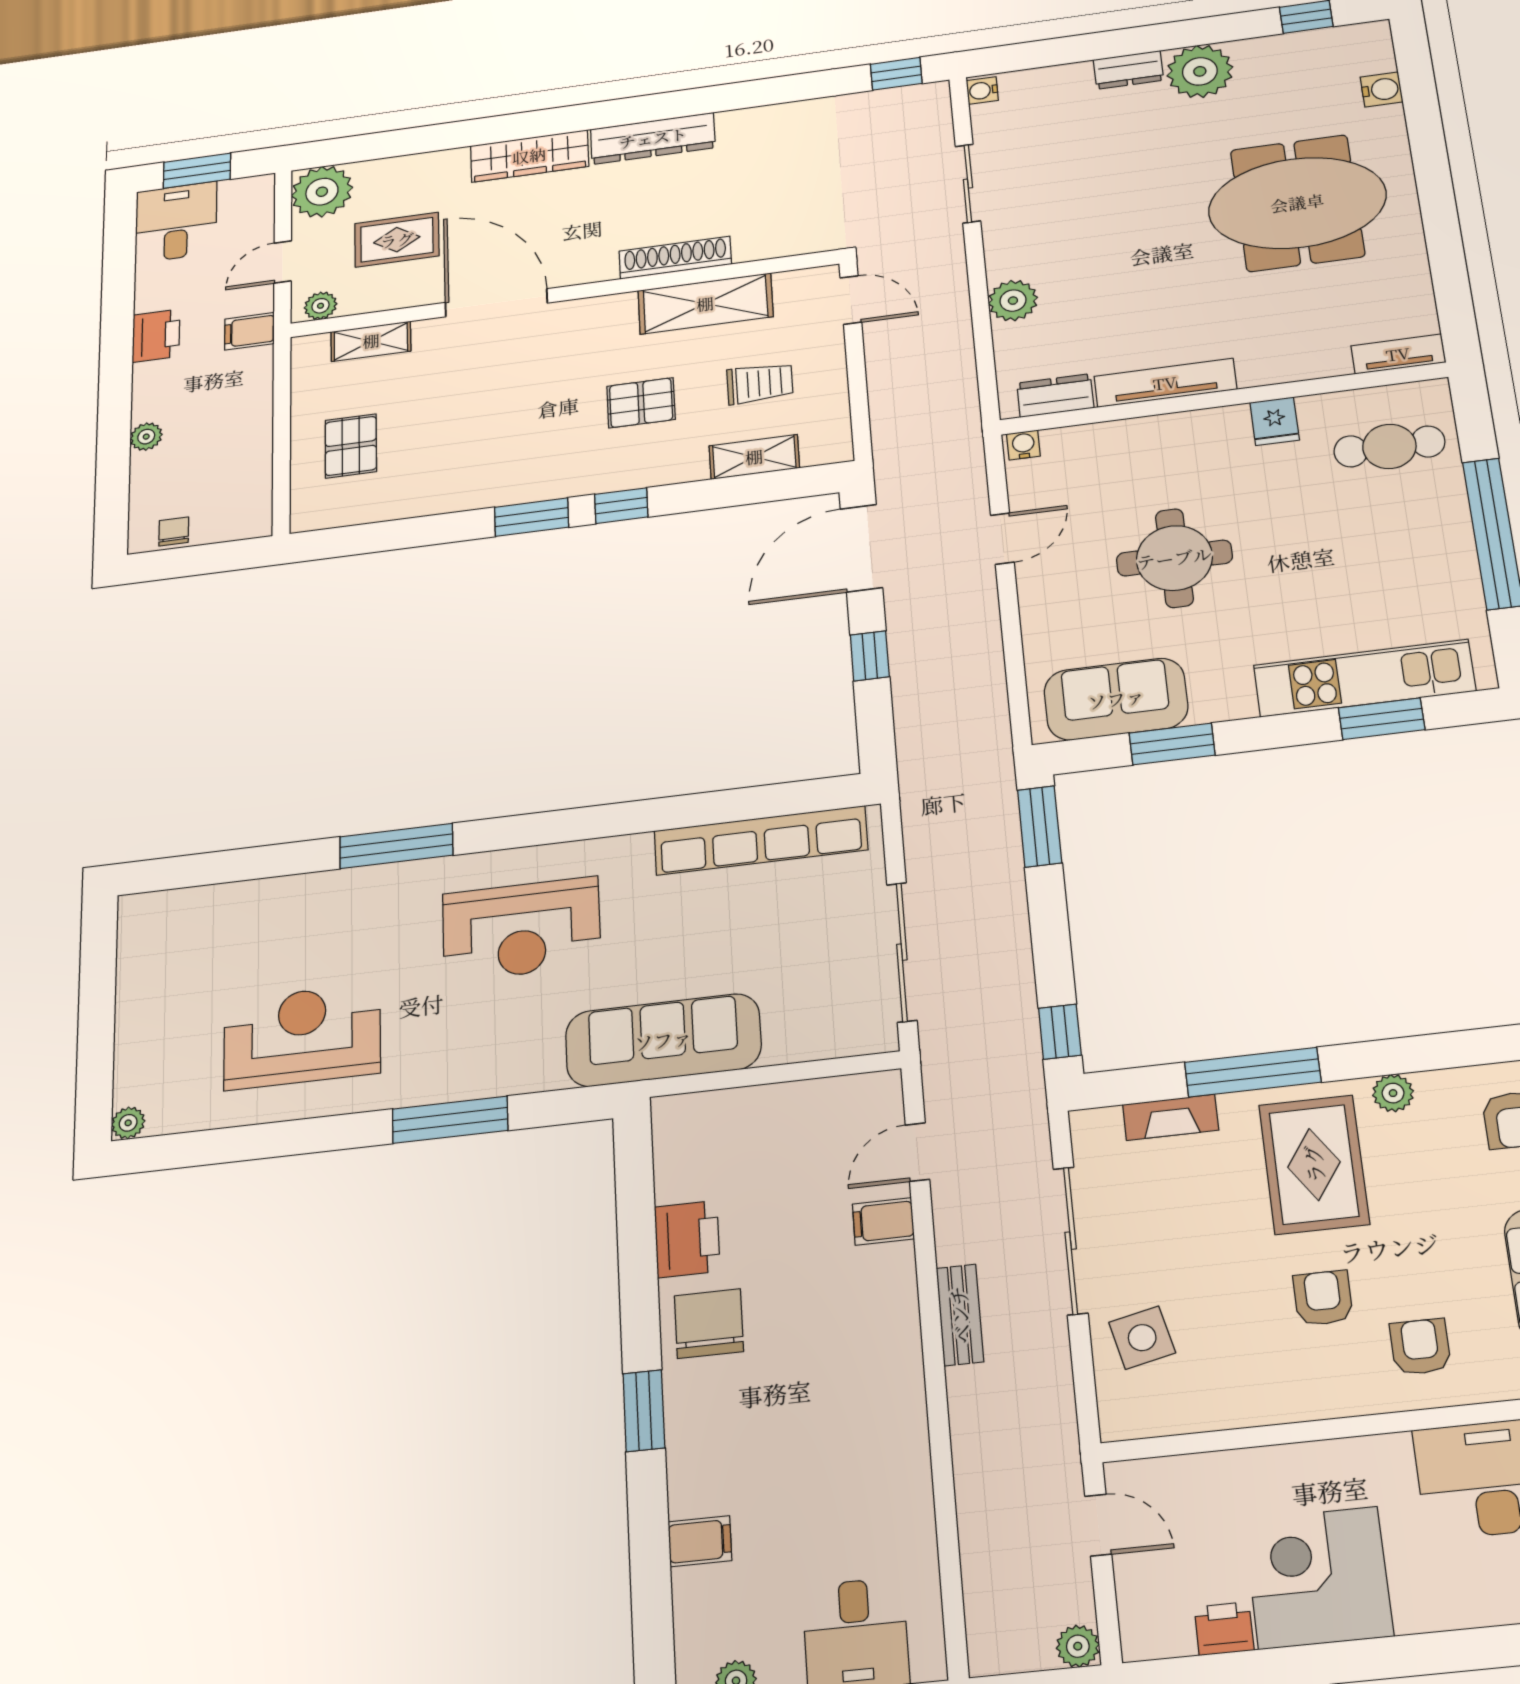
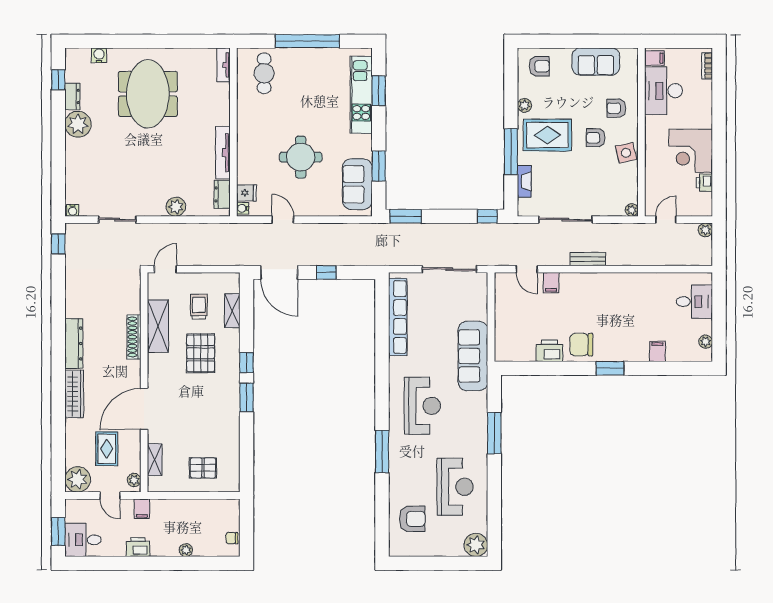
dresser: (1128, 70) -> (72, 96), moved
pallet: (641, 403) -> (201, 353), width x1.50, depth x1.42
fridge: (1275, 421) -> (246, 193), moved
armchair: (216, 940) -> (412, 519), added
reception desk: (302, 1037) -> (455, 487), turned 180
plant: (128, 1123) -> (476, 545), width x1.88, depth x1.88
side table: (1142, 1338) -> (626, 153), moved
plant: (1118, 1423) -> (632, 210), added

